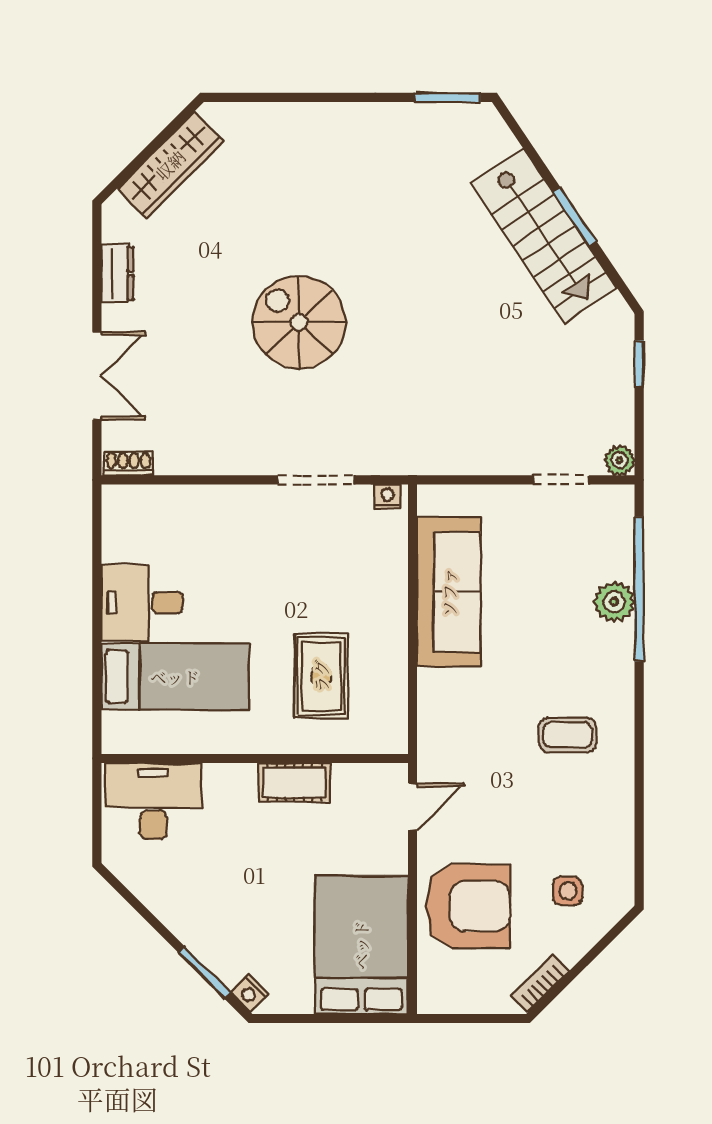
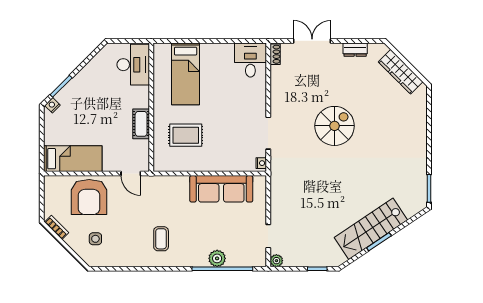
double door: (97, 376) -> (312, 41), swing flipped
desk: (142, 603) -> (250, 60), moved
bed: (361, 945) -> (73, 159), width x0.67

